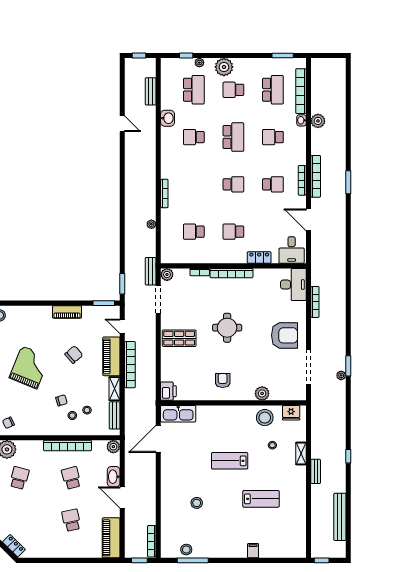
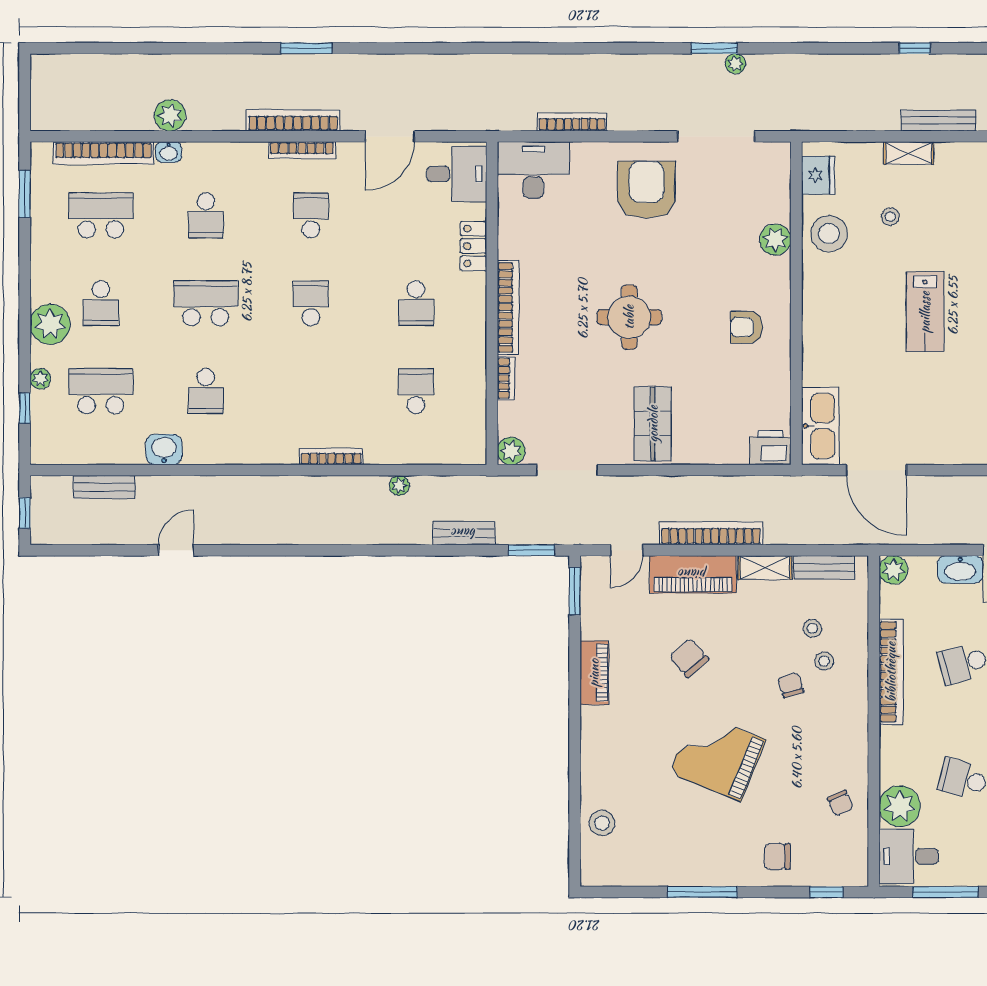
school desk: (194, 232) -> (416, 391), turned 180
bench: (151, 271) -> (464, 533), moved
bench: (316, 471) -> (938, 121), width x1.36

